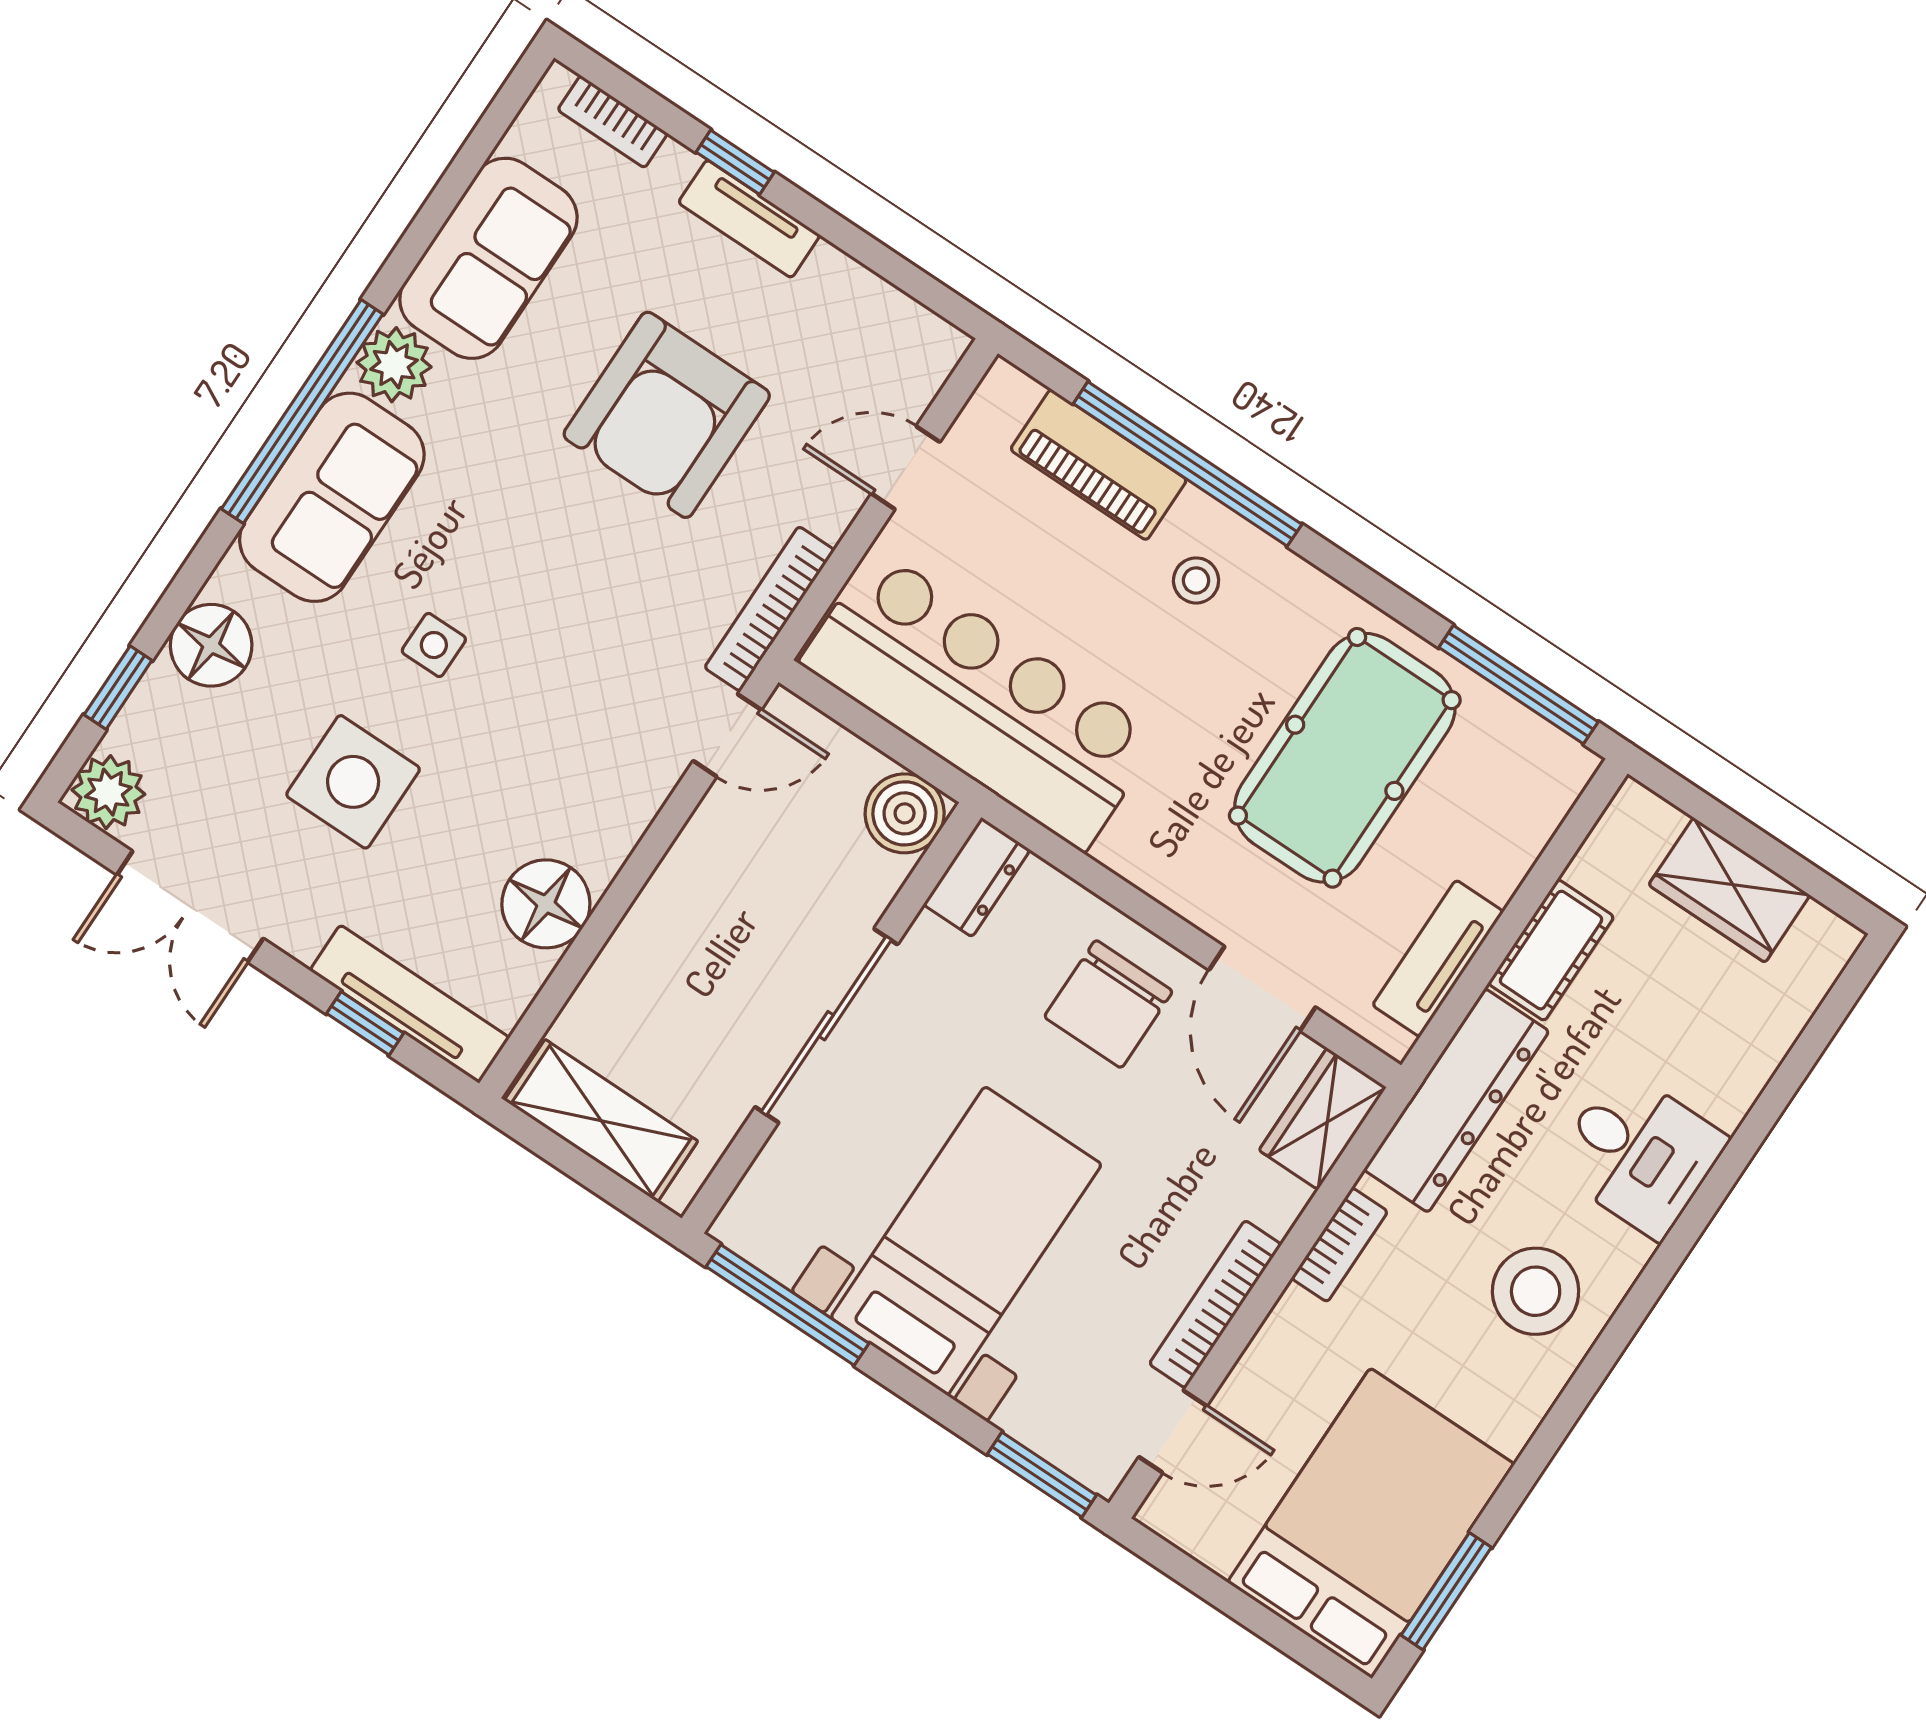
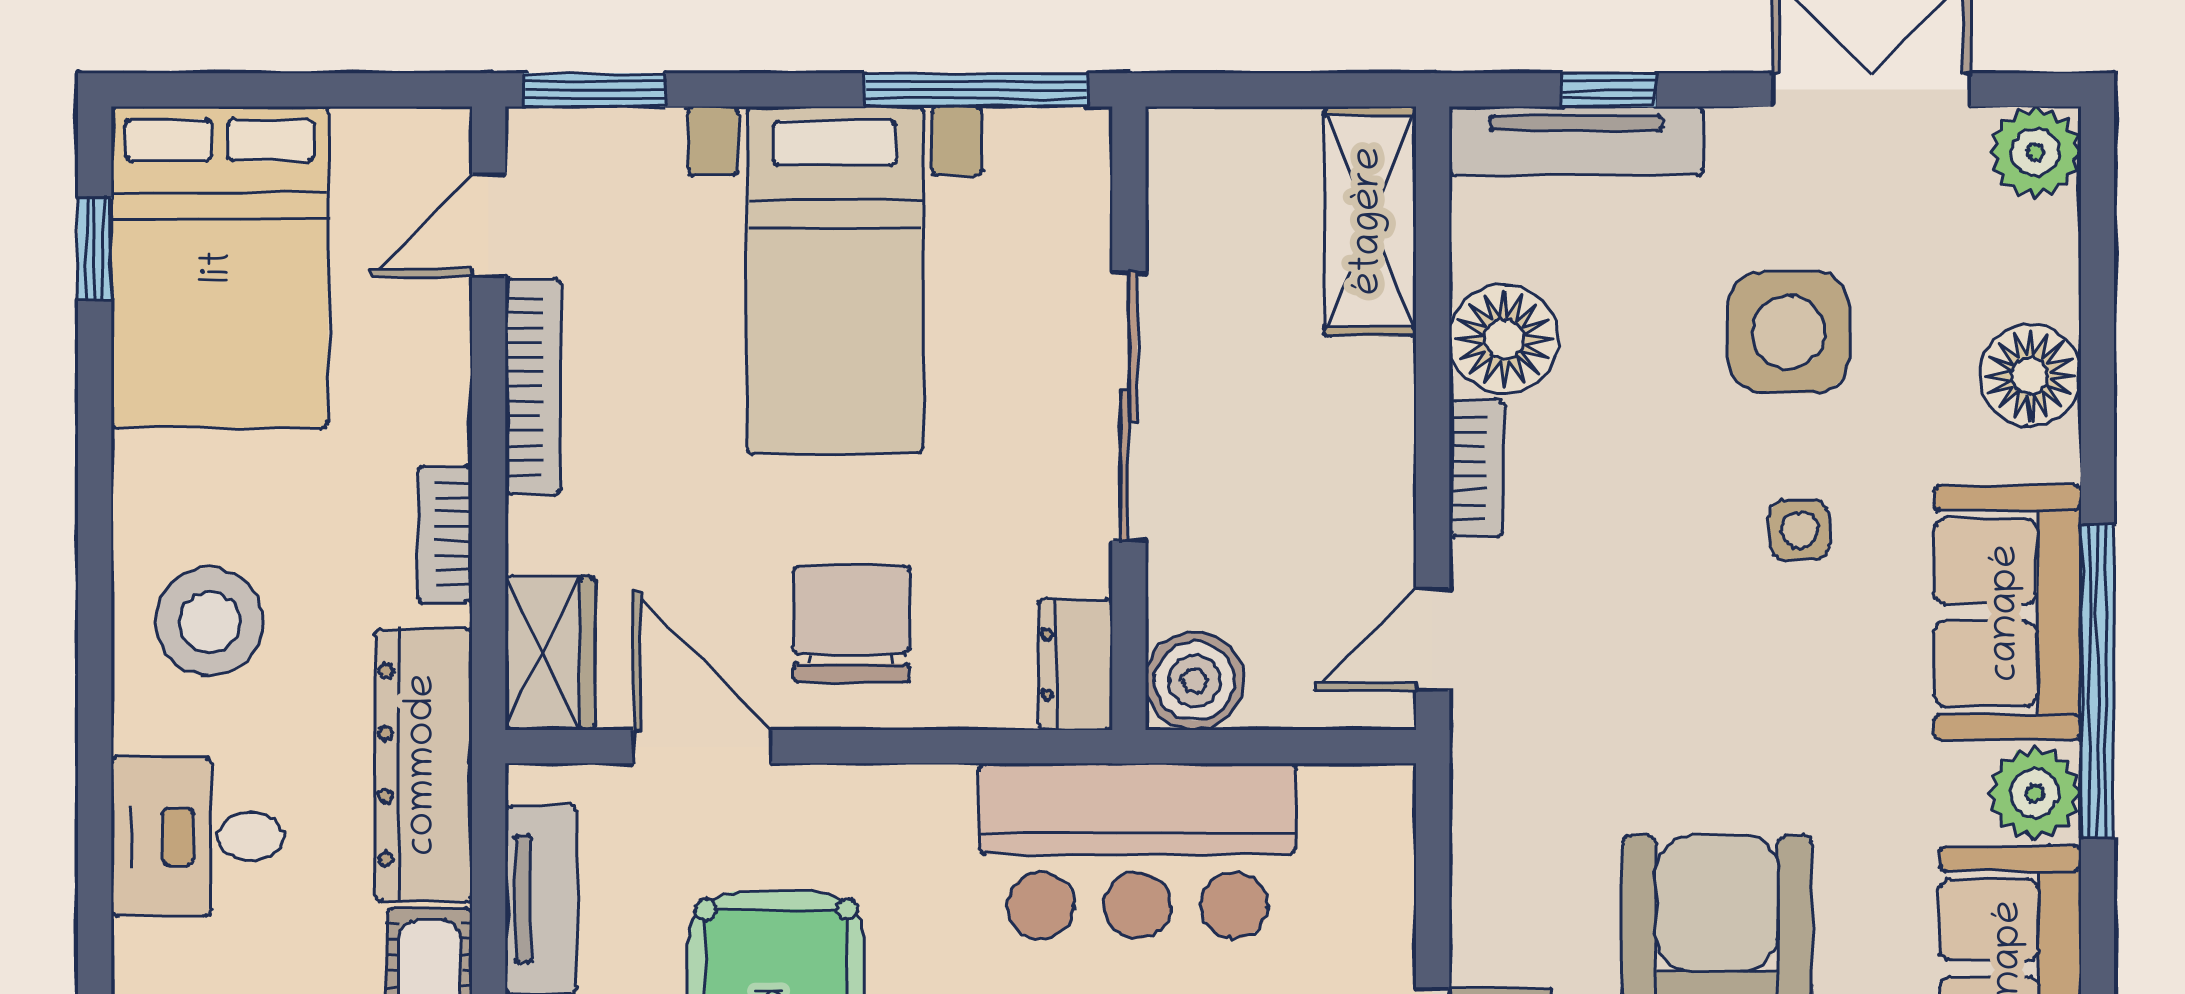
bookcase: (769, 609) -> (1476, 468), moved, width x0.64
window: (118, 688) -> (2098, 267), removed
bar counter: (980, 700) -> (1138, 851), width x0.73
shelving: (601, 1121) -> (1370, 221), moved, turned 90
window: (1446, 1591) -> (95, 249), width x0.67

